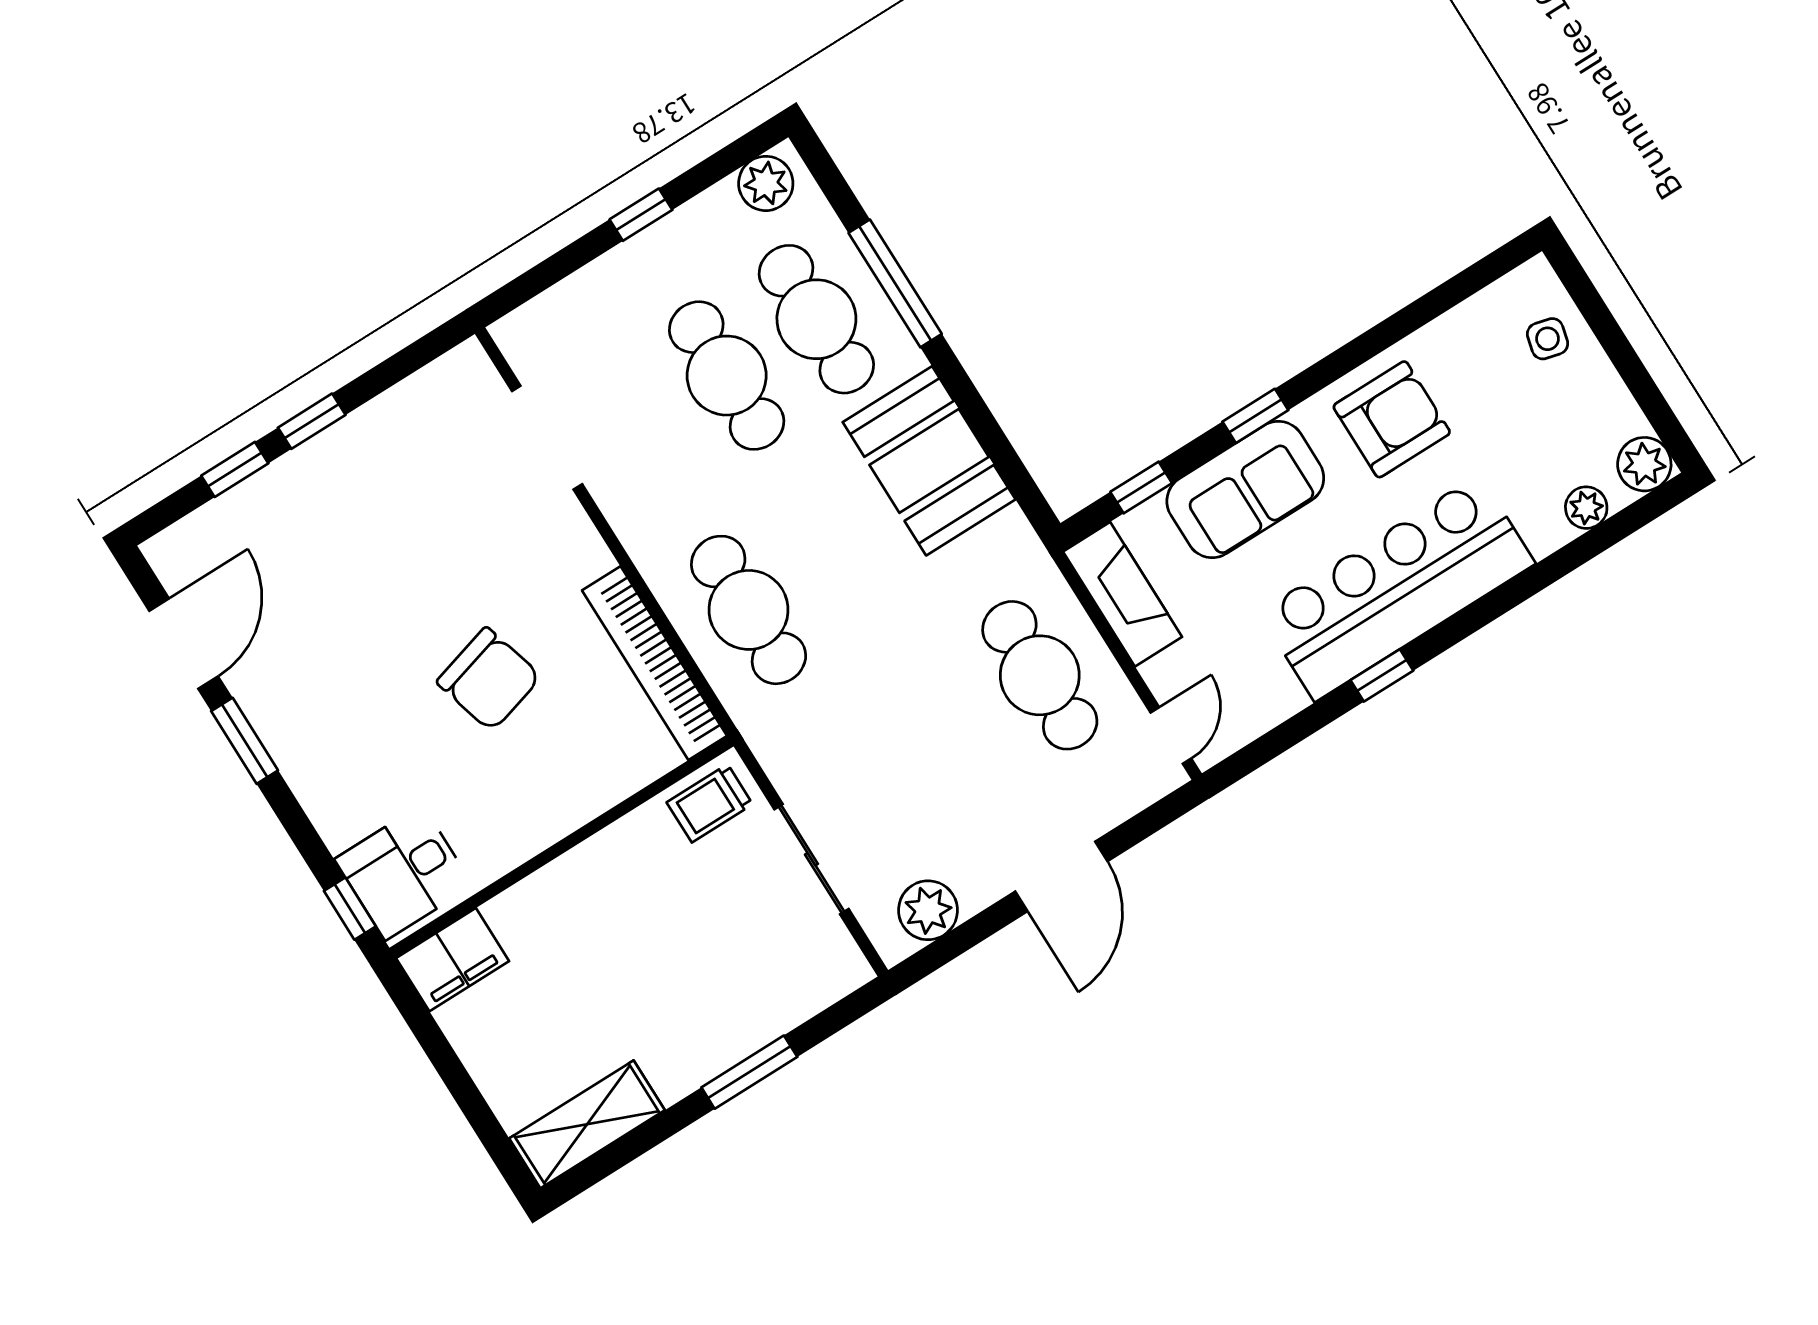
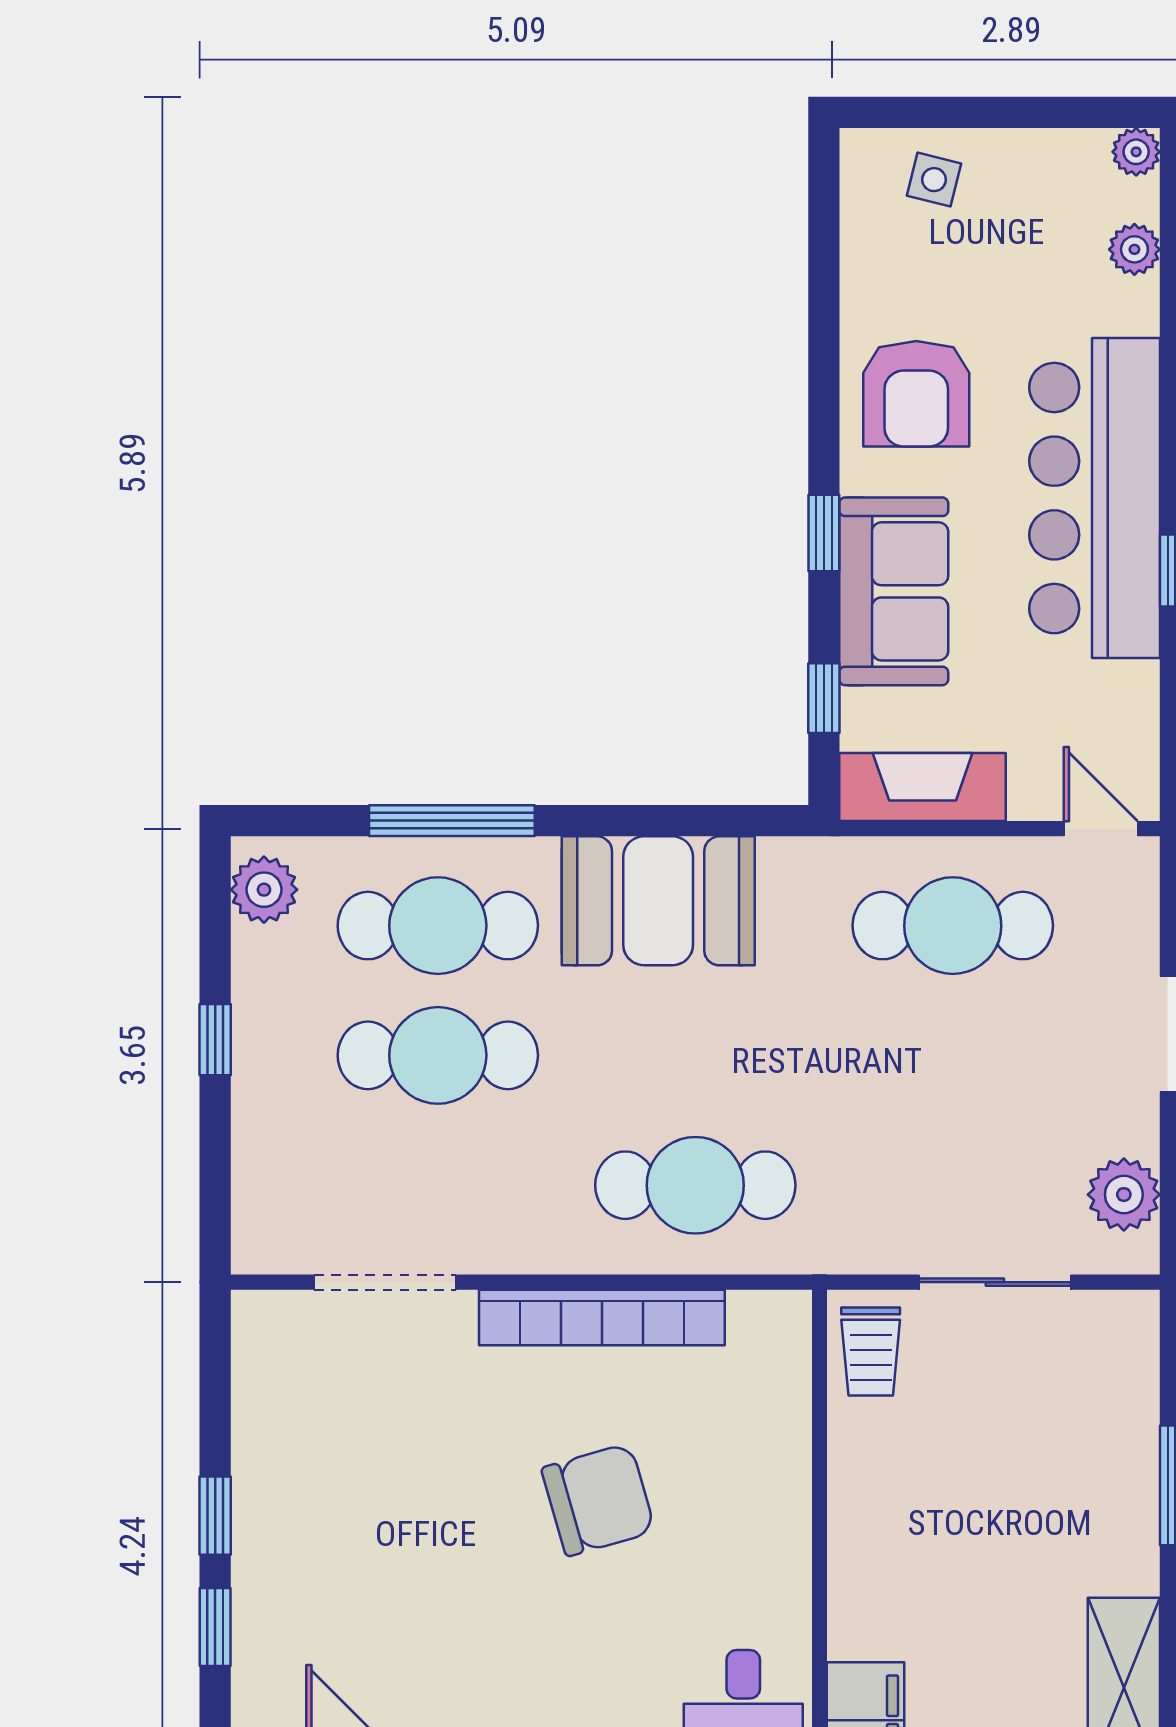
armchair: (1392, 419) -> (916, 394), turned 180
plant: (1644, 464) -> (1136, 152), width x0.73, depth x0.73
bookcase: (654, 663) -> (602, 1317), moved

